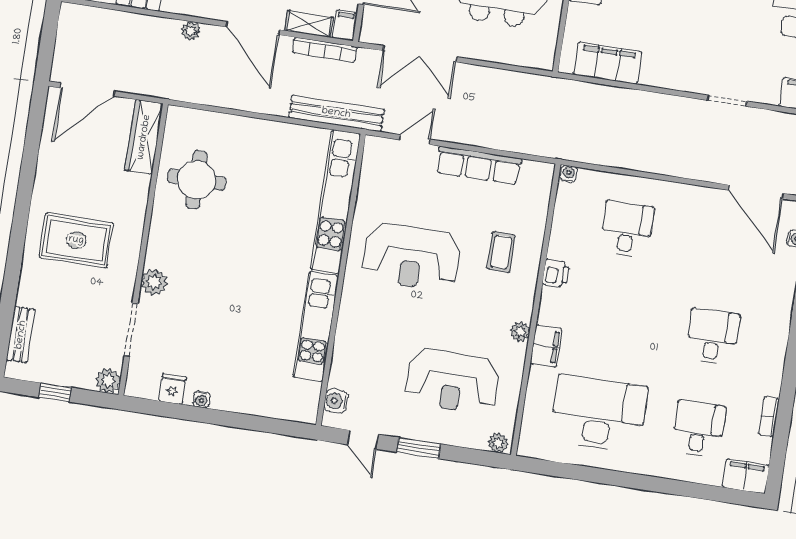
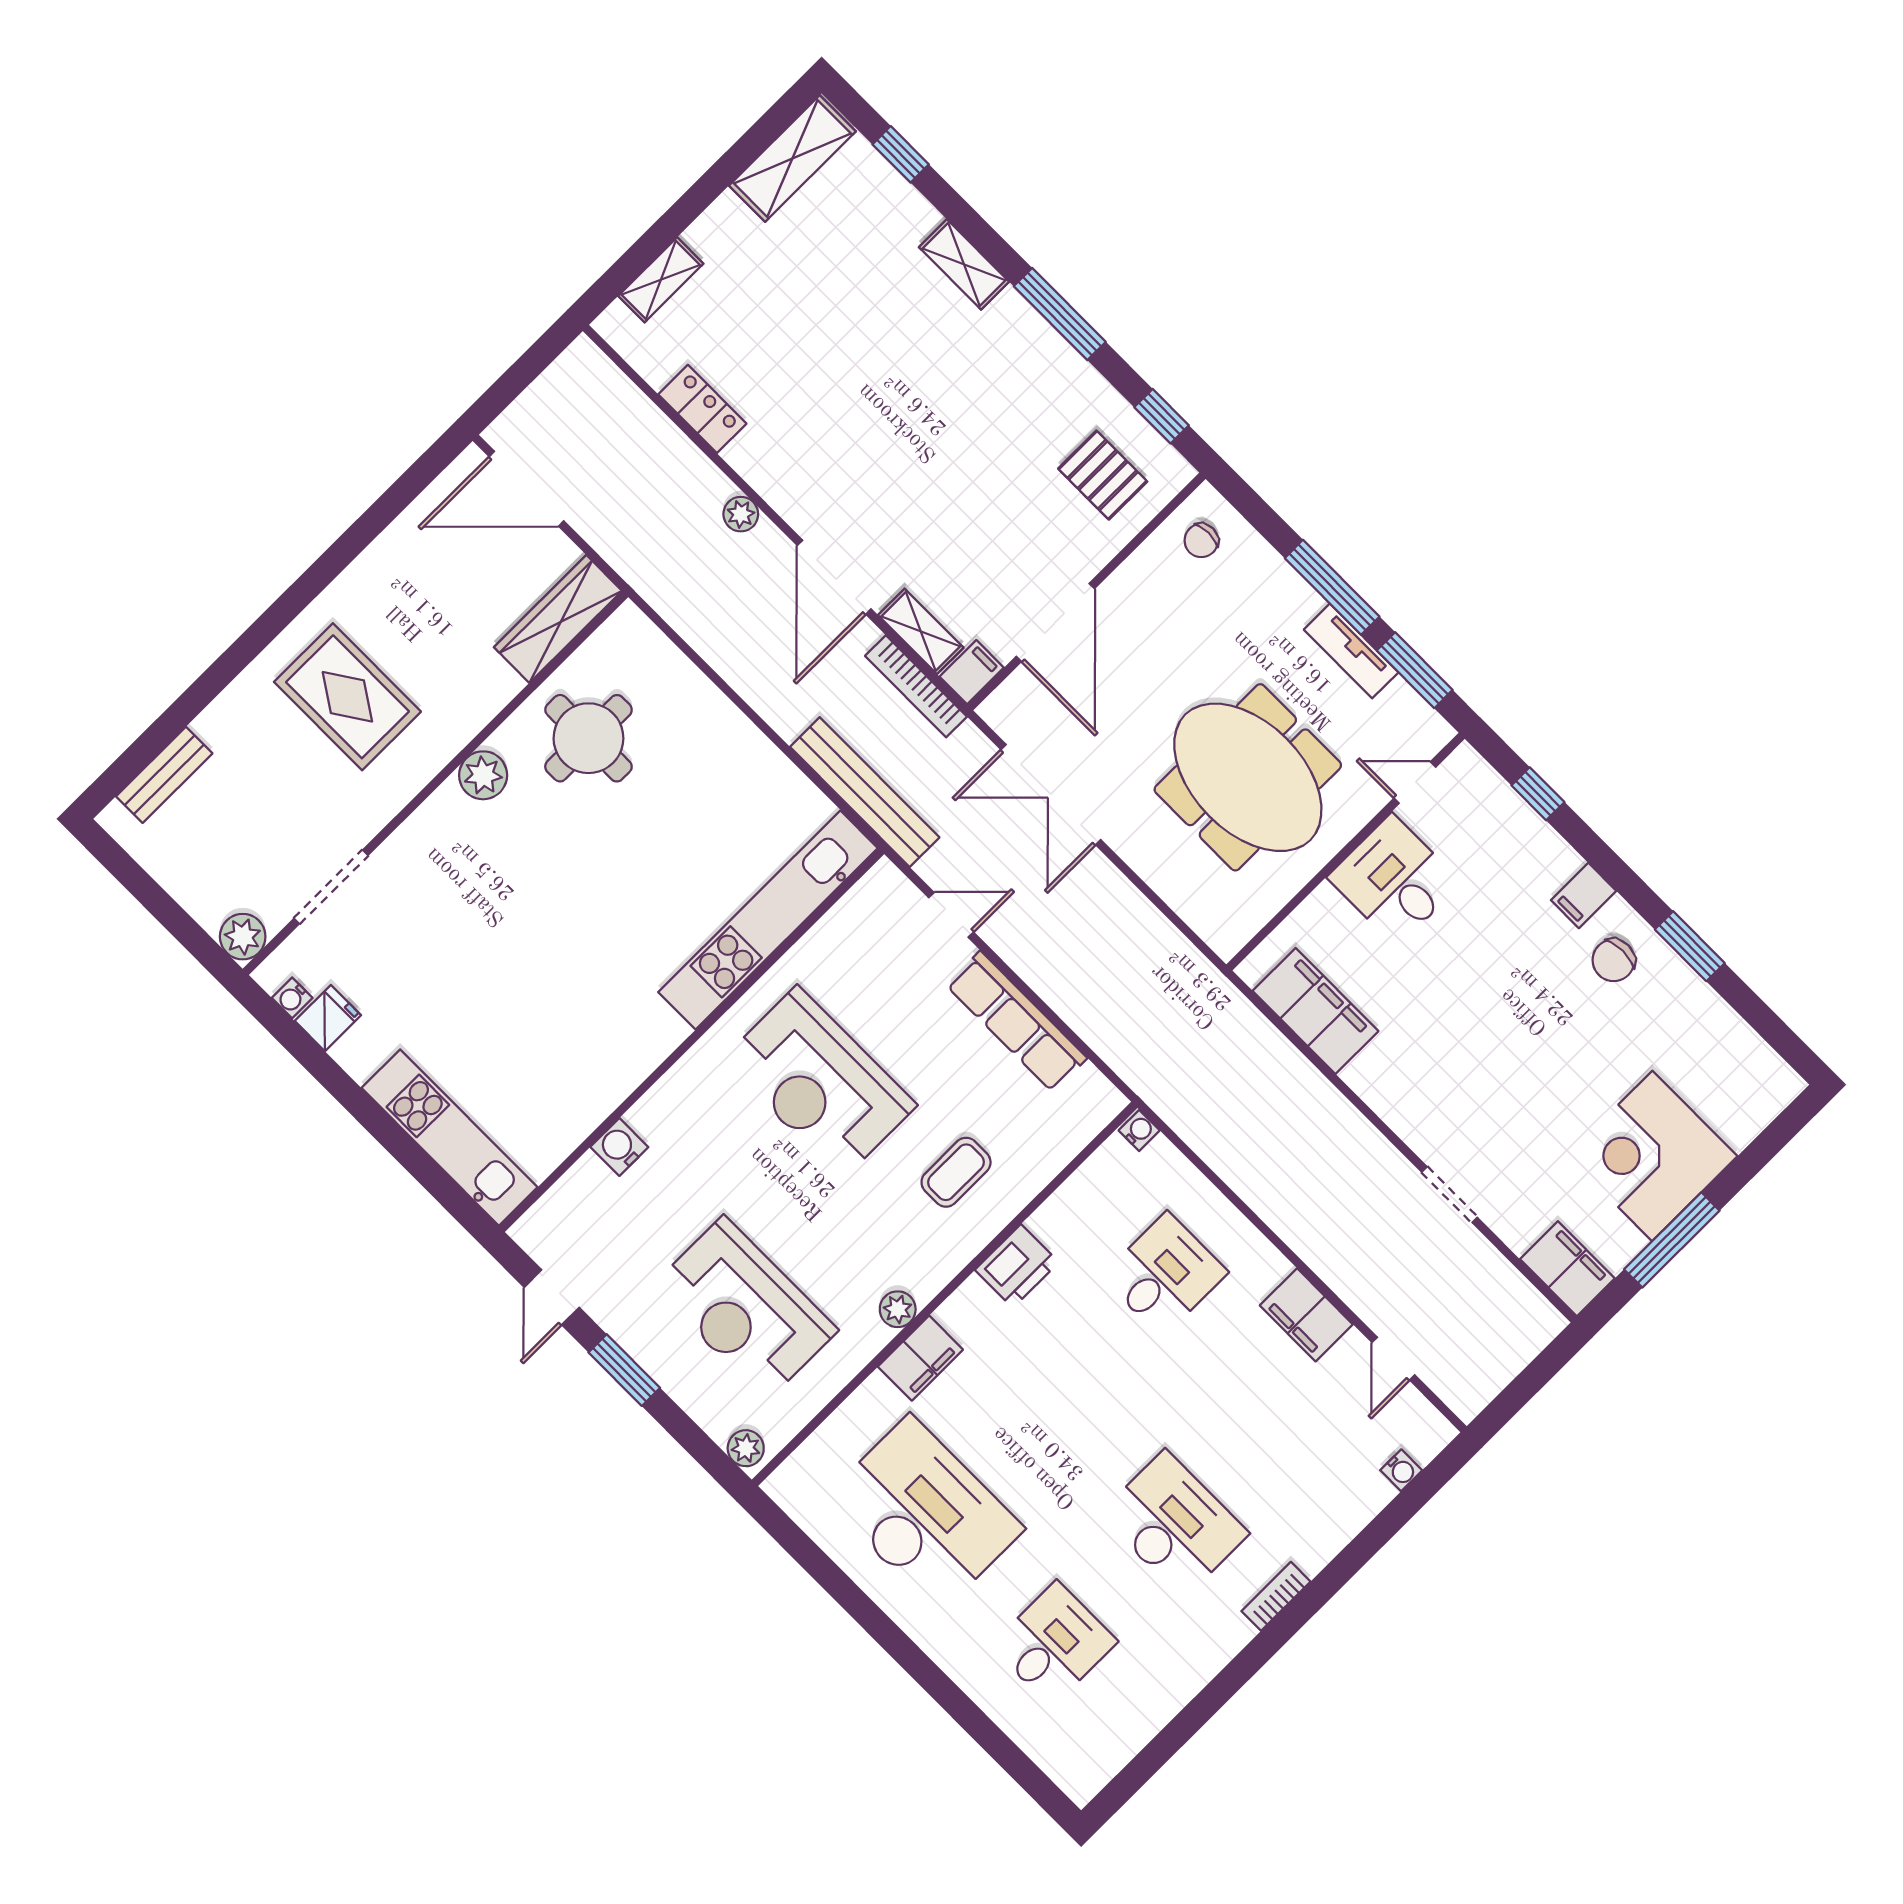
door: (756, 192) -> (1393, 1359), width x0.53
printer: (556, 273) -> (1017, 1266), width x1.36, depth x1.24
plant: (154, 282) -> (483, 775), moved
kitchen unit: (316, 326) -> (449, 1138), moved, turned 90
desk: (713, 337) -> (1174, 1524), width x1.37
window: (55, 392) -> (152, 897), removed
water cooler: (202, 400) -> (292, 998), moved
water cooler: (336, 401) -> (619, 1147), moved
bookcase: (769, 416) -> (1276, 1596), moved
filing cabinet: (746, 476) -> (1306, 1315), moved, turned 180

